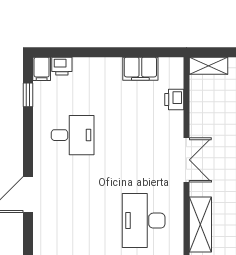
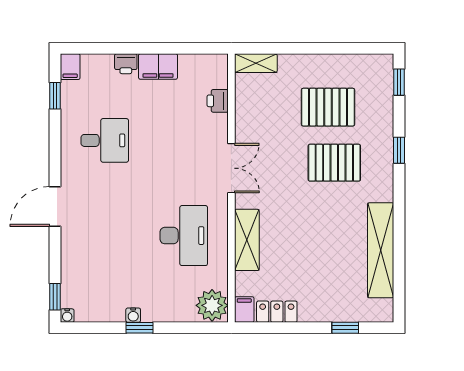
printer: (62, 66) -> (126, 64), moved
filing cabinet: (140, 69) -> (158, 66), moved
desk: (144, 221) -> (184, 236), turned 180

